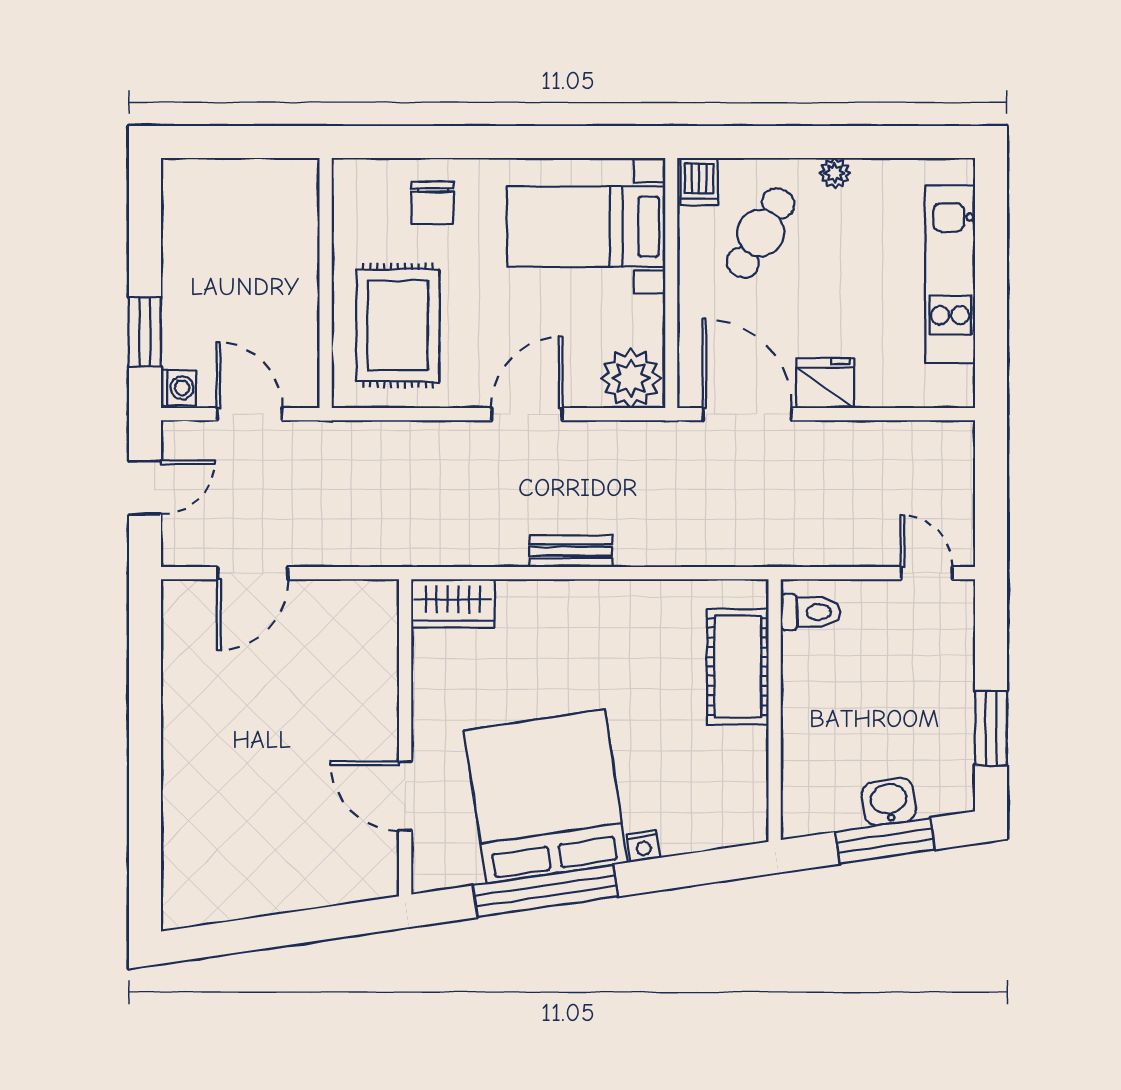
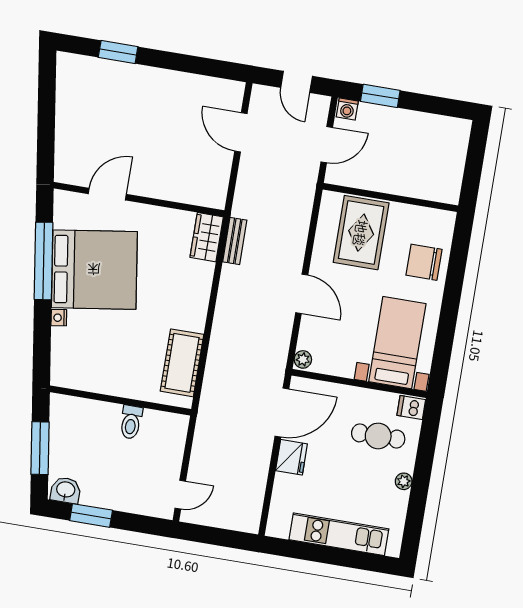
chair: (432, 203) -> (424, 262), width x1.37, depth x1.37
cafe table: (761, 233) -> (378, 436), turned -31
rug: (398, 325) -> (361, 233), turned 90
plant: (631, 378) -> (303, 359), width x0.53, depth x0.53
bench: (571, 551) -> (235, 241), moved
toilet: (810, 612) -> (131, 422), moved
cot: (738, 667) -> (182, 363), moved, turned 90
washbasin: (889, 802) -> (66, 490), moved, turned -82
window: (145, 819) -> (118, 52), added

